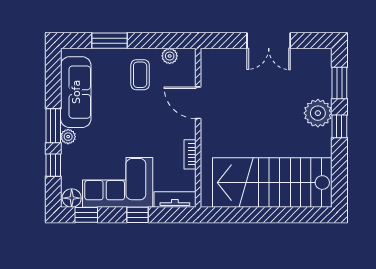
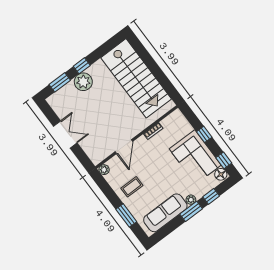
plant: (170, 56) -> (104, 170), moved
tv unit: (175, 200) -> (182, 121), removed

